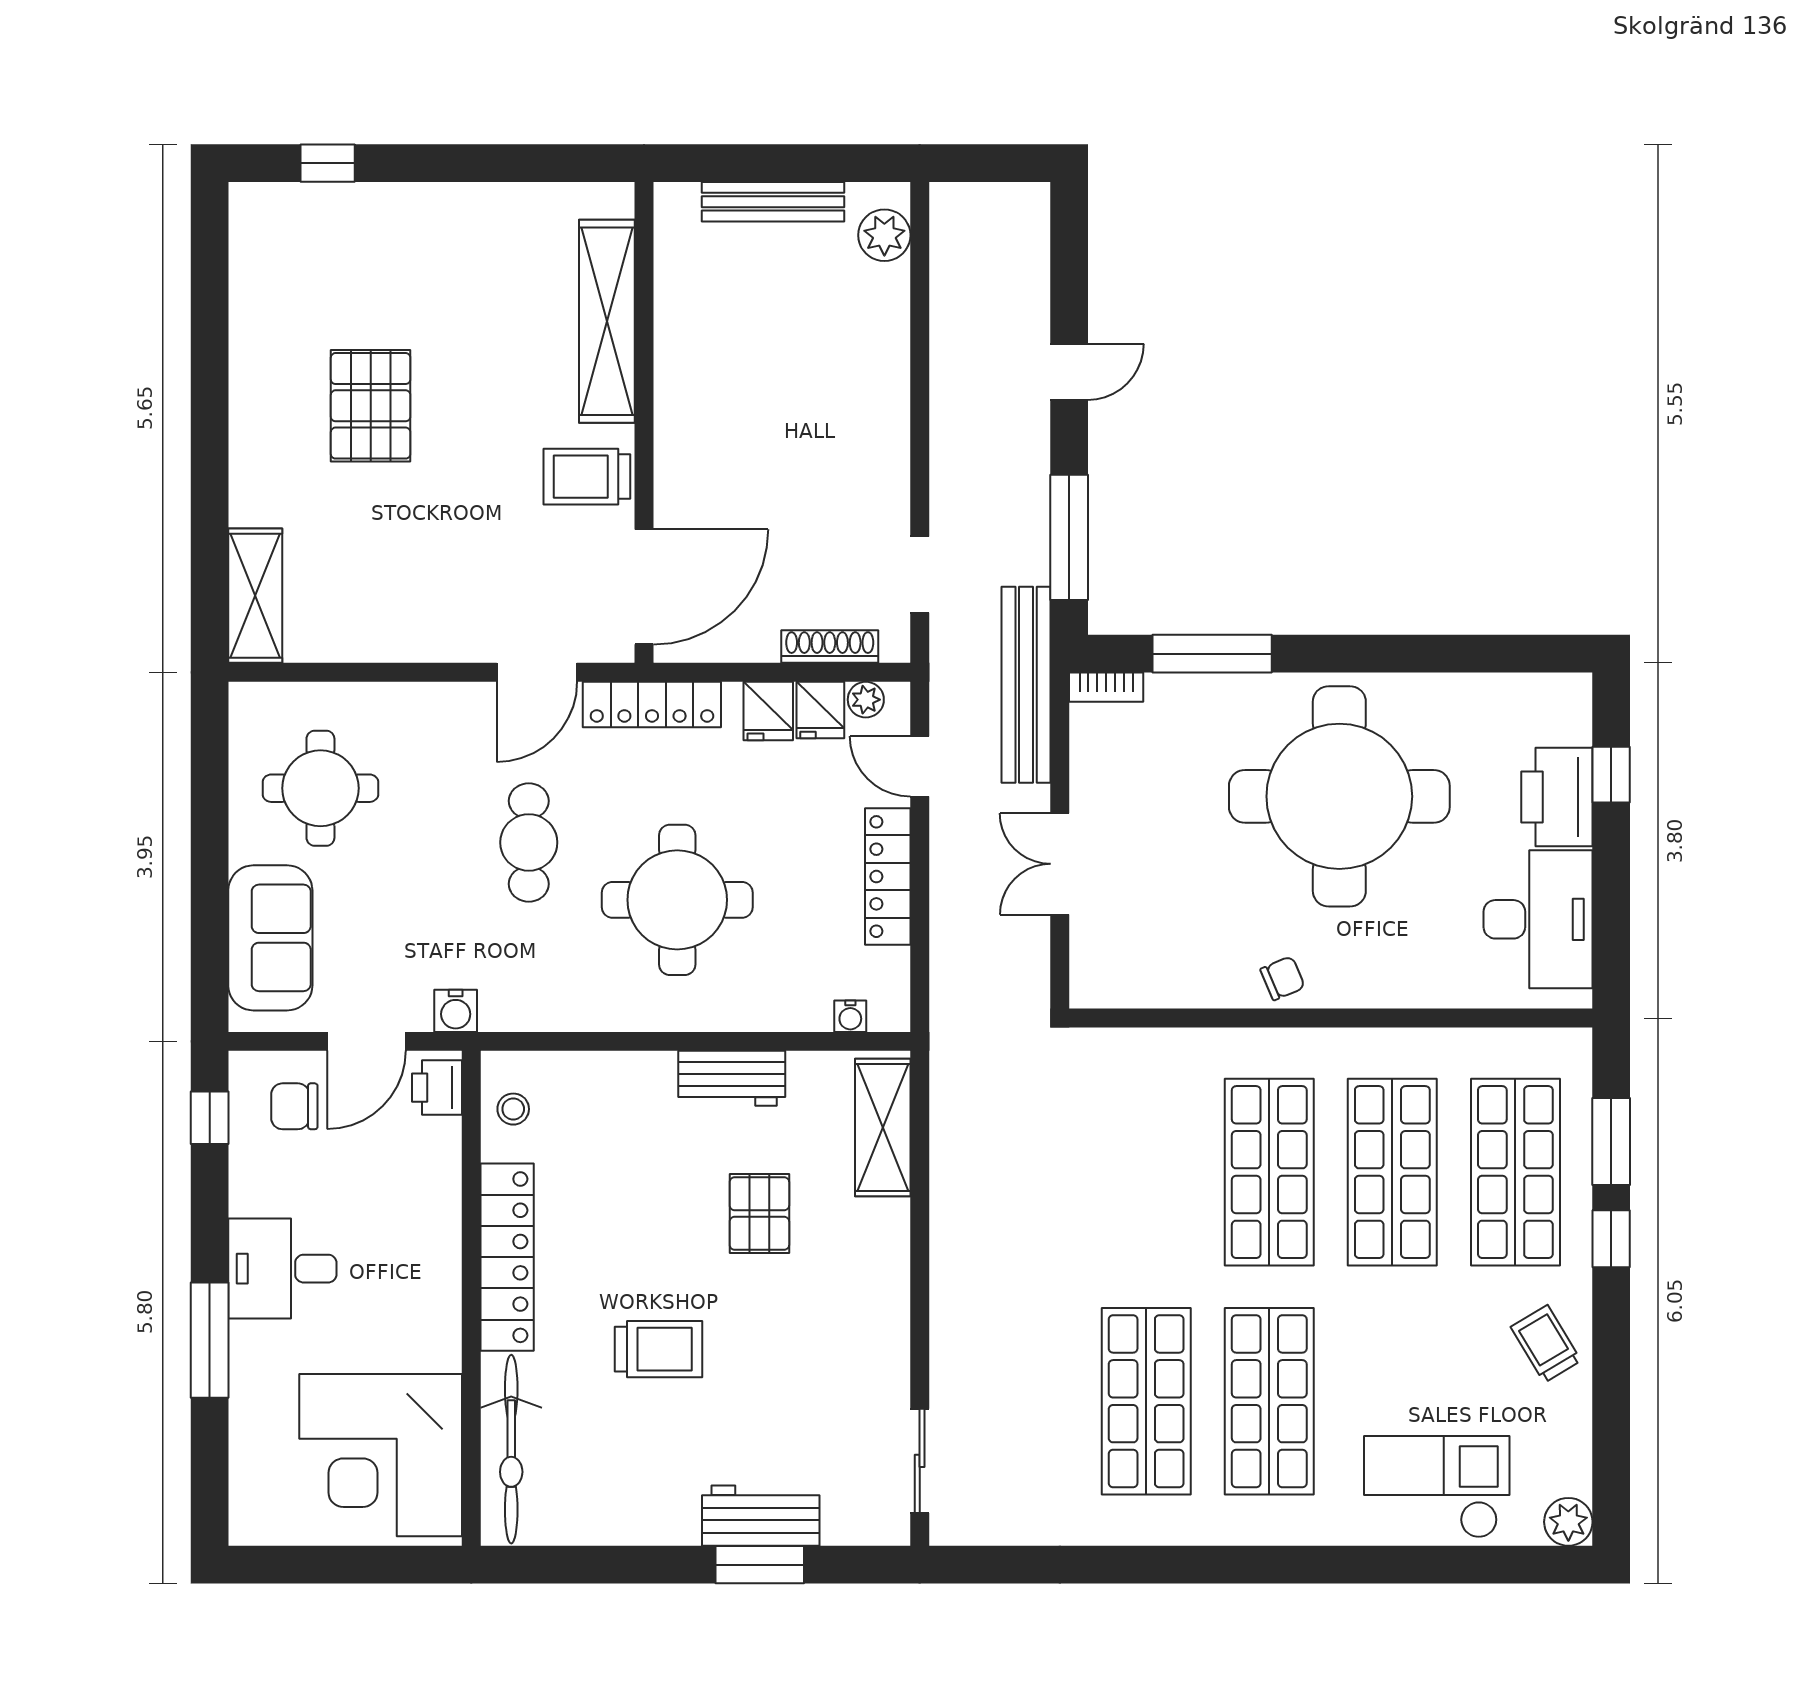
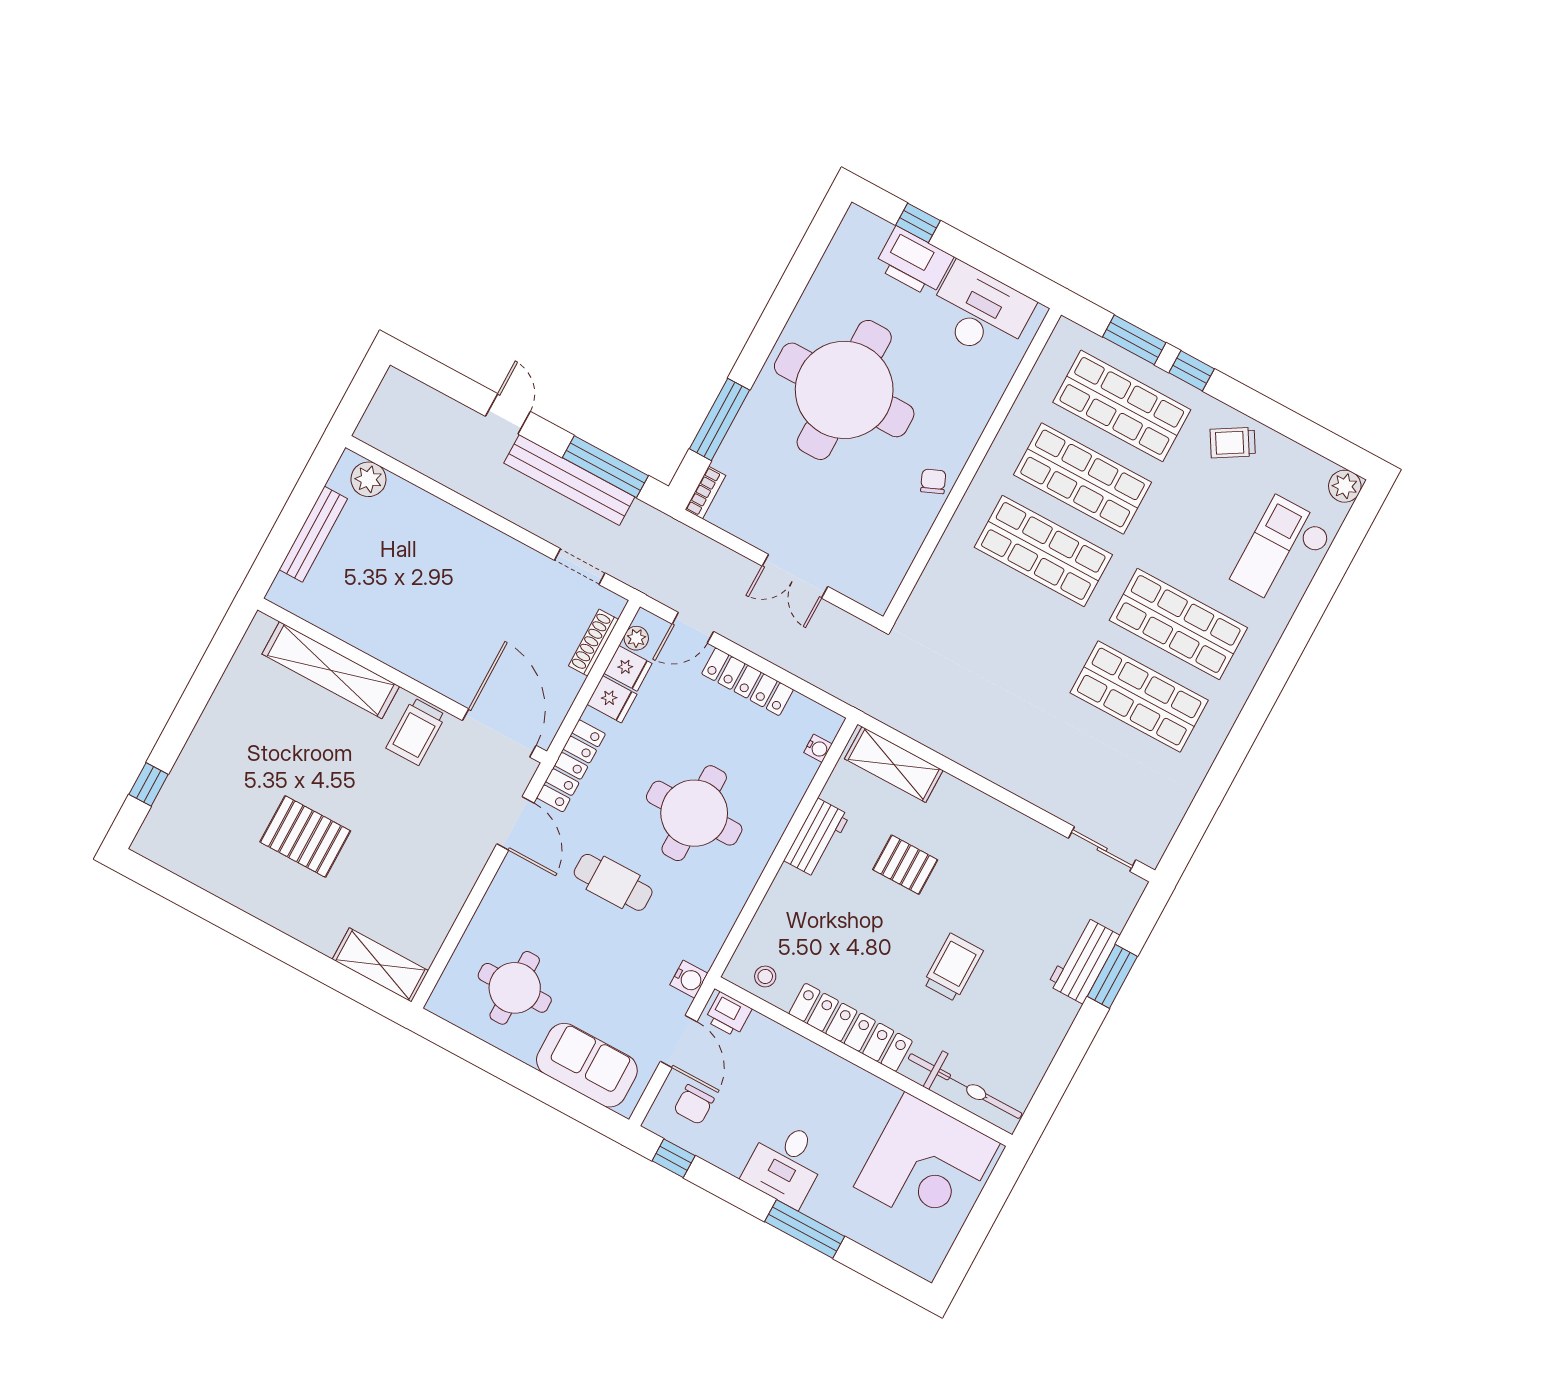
bench: (1026, 685) -> (569, 480), moved

